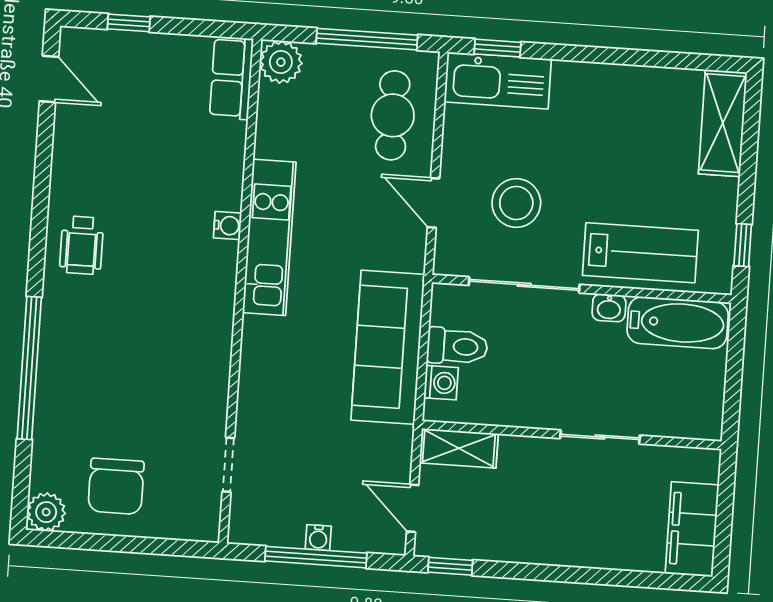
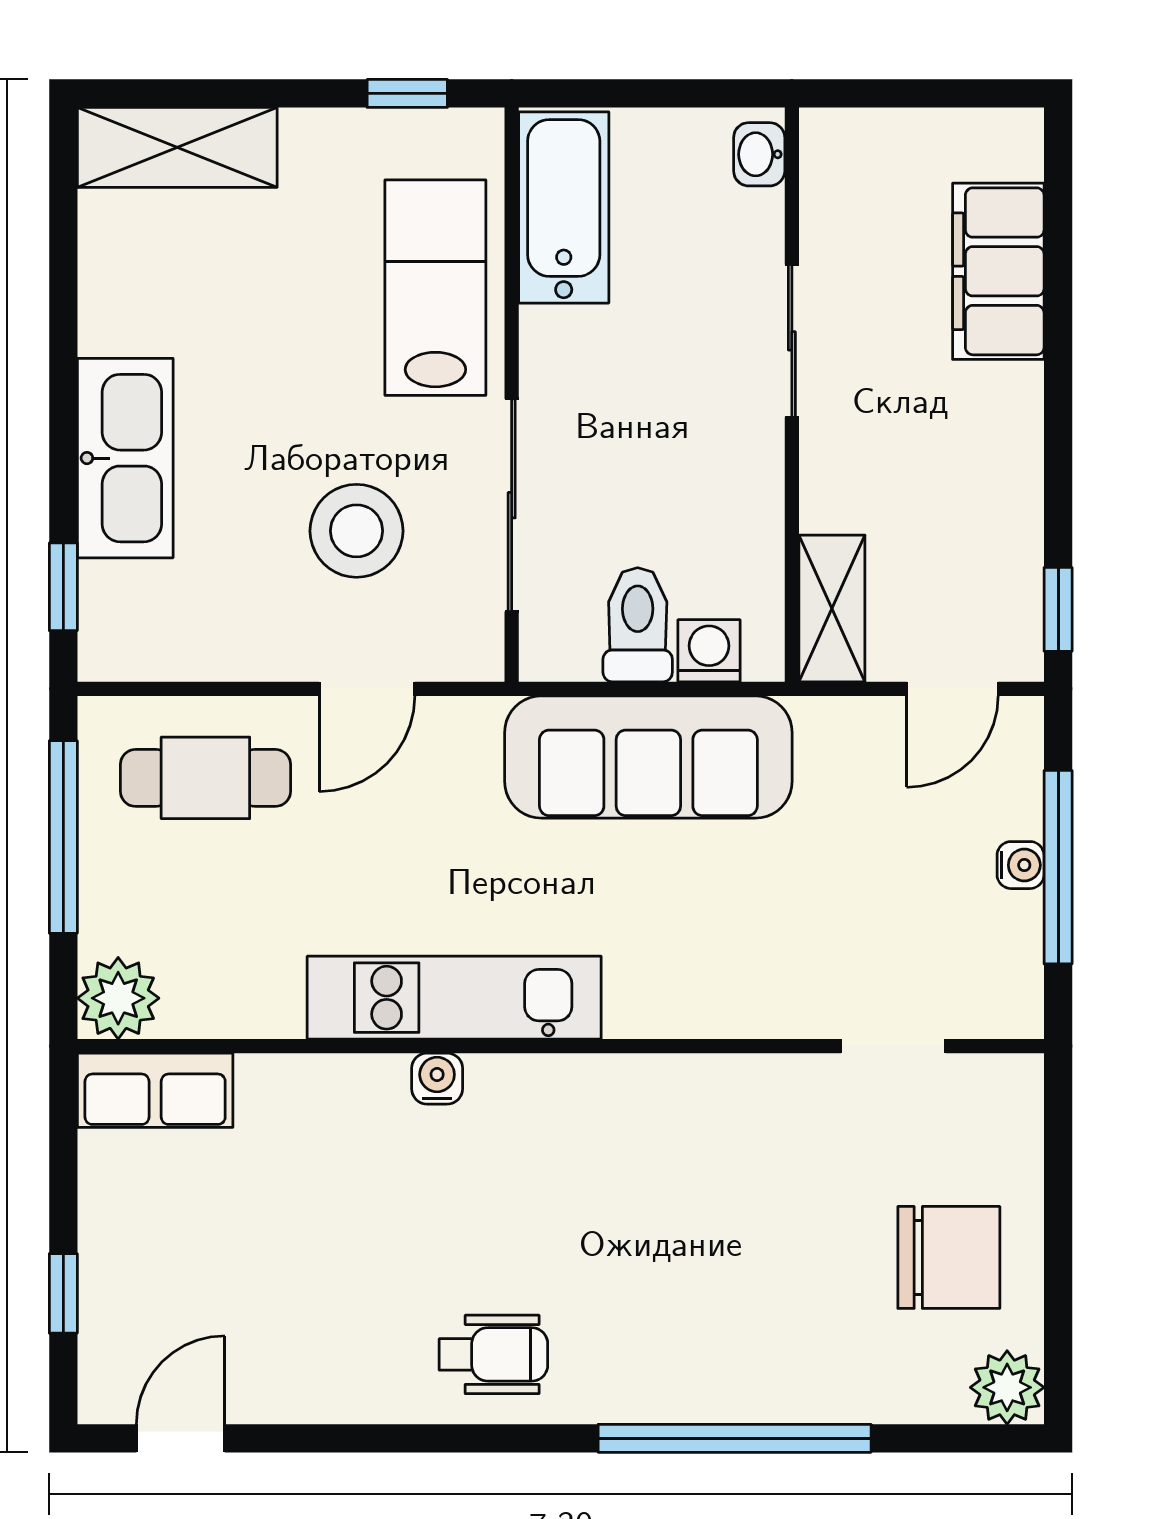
kitchen sink: (498, 80) -> (125, 458), moved
washbasin: (609, 308) -> (759, 154), moved, turned 180
filing cabinet: (692, 529) -> (998, 271), moved, turned 90

